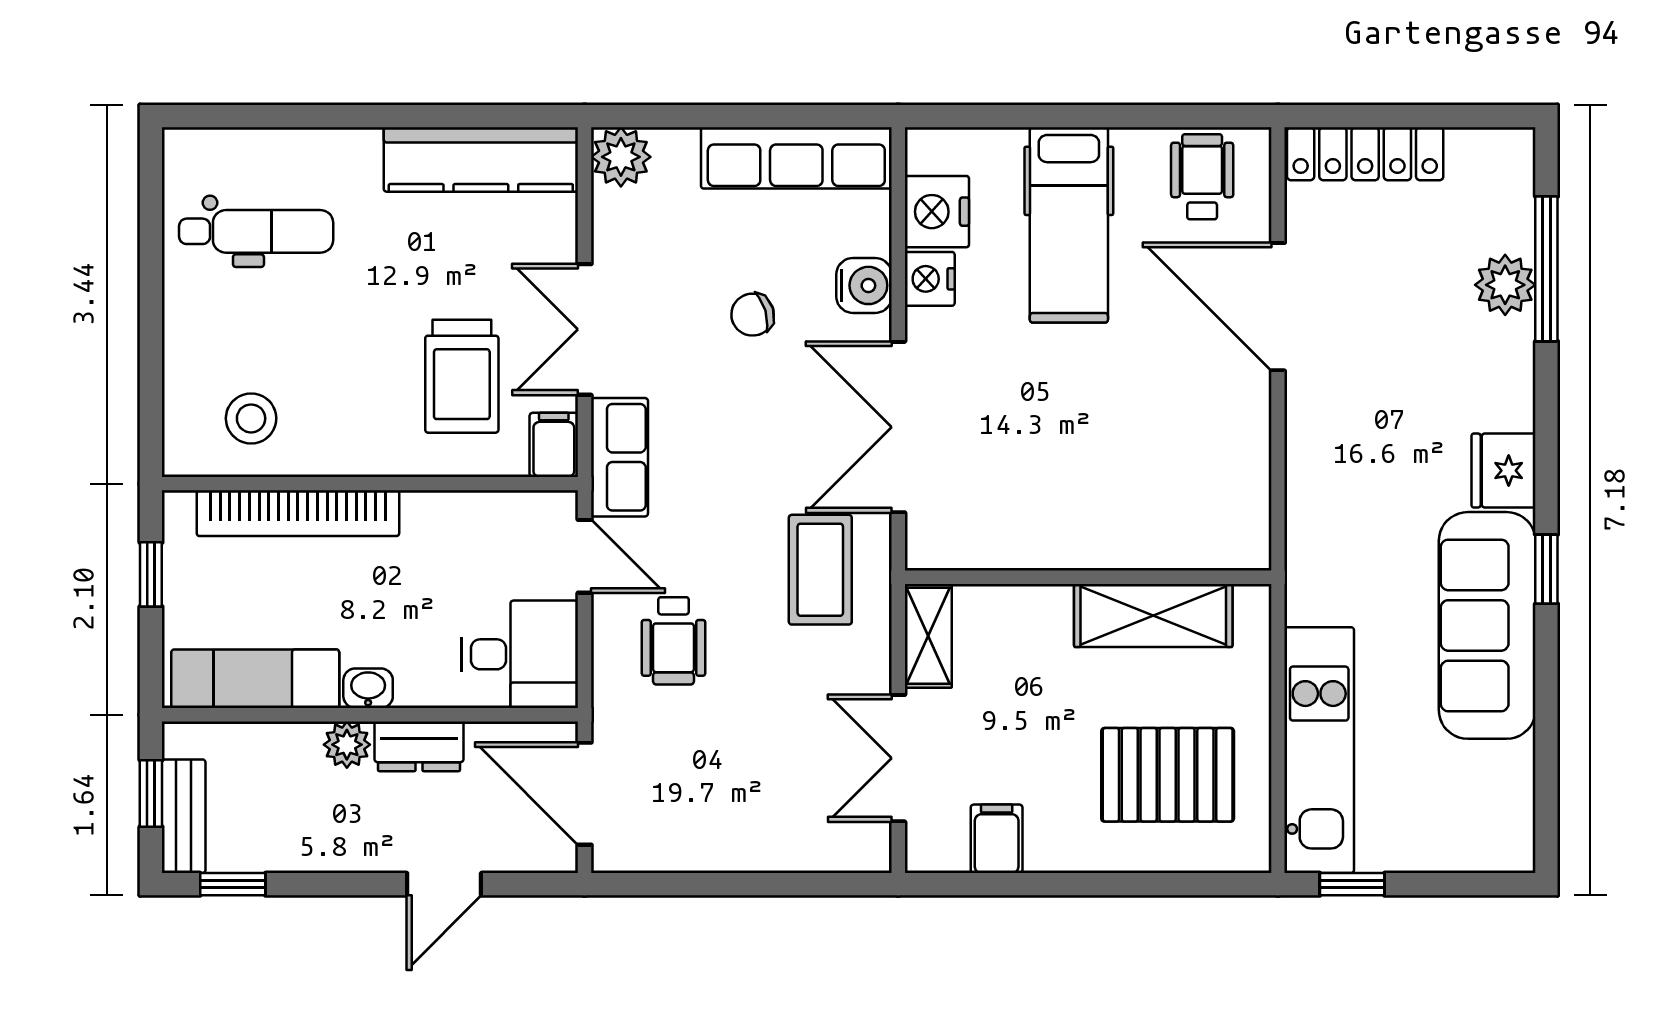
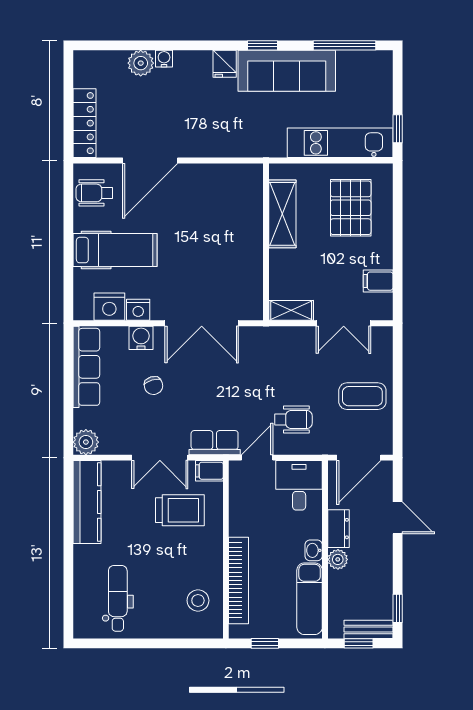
window: (1546, 269) -> (344, 45), moved
water cooler: (1516, 339) -> (164, 59), added
fridge: (1504, 471) -> (225, 64), width x0.72
coffee table: (820, 570) -> (362, 396), moved

